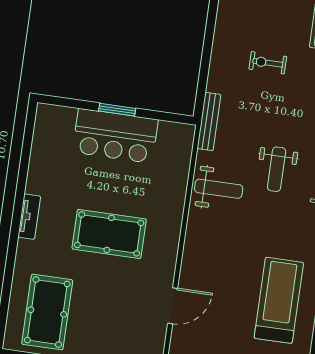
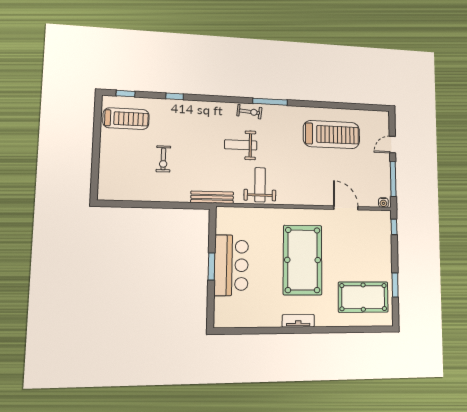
weight bench: (277, 169) -> (241, 145), turned 180
pool table: (109, 234) -> (303, 260), width x1.36, depth x1.32
treadmill: (279, 300) -> (331, 135), turned 180

